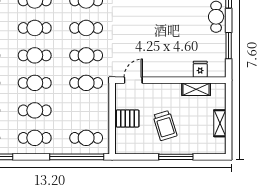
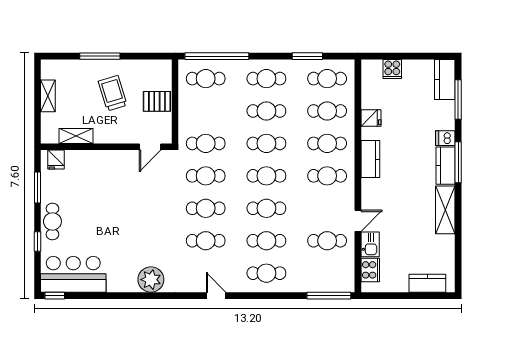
fridge: (200, 69) -> (56, 160), moved

